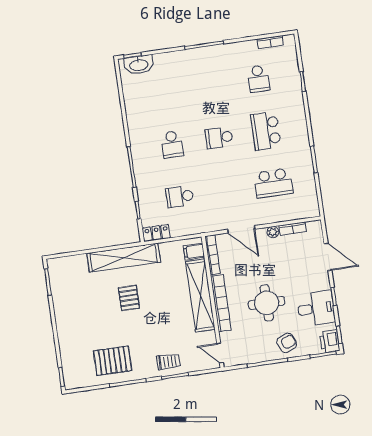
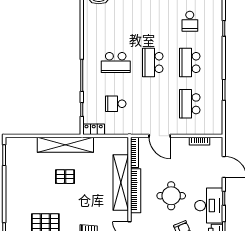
school desk: (219, 138) -> (153, 63), width x1.85
school desk: (172, 144) -> (116, 63), width x1.85
school desk: (273, 183) -> (190, 104), turned 90
plant: (273, 232) -> (184, 142), removed
filing cabinet: (194, 252) -> (121, 148), removed
pallet: (129, 298) -> (65, 177), turned 90
desk: (316, 308) -> (209, 206), width x1.37

